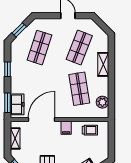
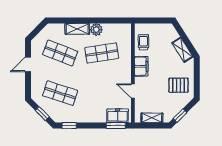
window: (7, 69) -> (69, 125), moved
plant: (102, 102) -> (96, 30), moved
door: (42, 120) -> (133, 91), width x0.53
filing cabinet: (66, 128) -> (141, 66), width x2.00

